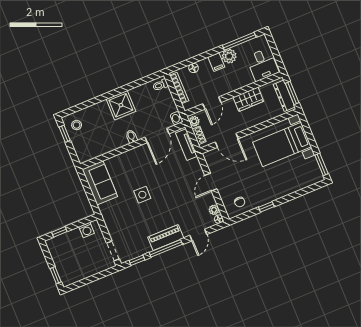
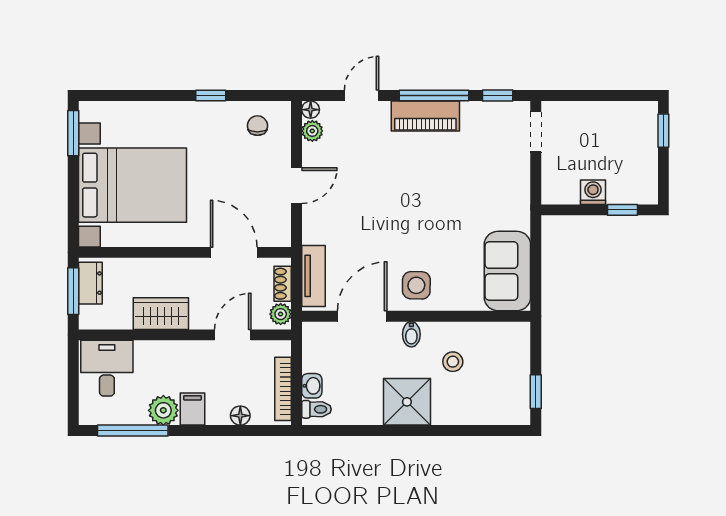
dresser: (284, 96) -> (90, 283), width x0.70
washbasin: (176, 118) -> (312, 386), moved
stool: (77, 125) -> (453, 362), moved
bed with nightstands: (282, 145) -> (132, 185), width x1.36
side table: (142, 195) -> (416, 285), moved
washing machine: (87, 230) -> (593, 192), moved

